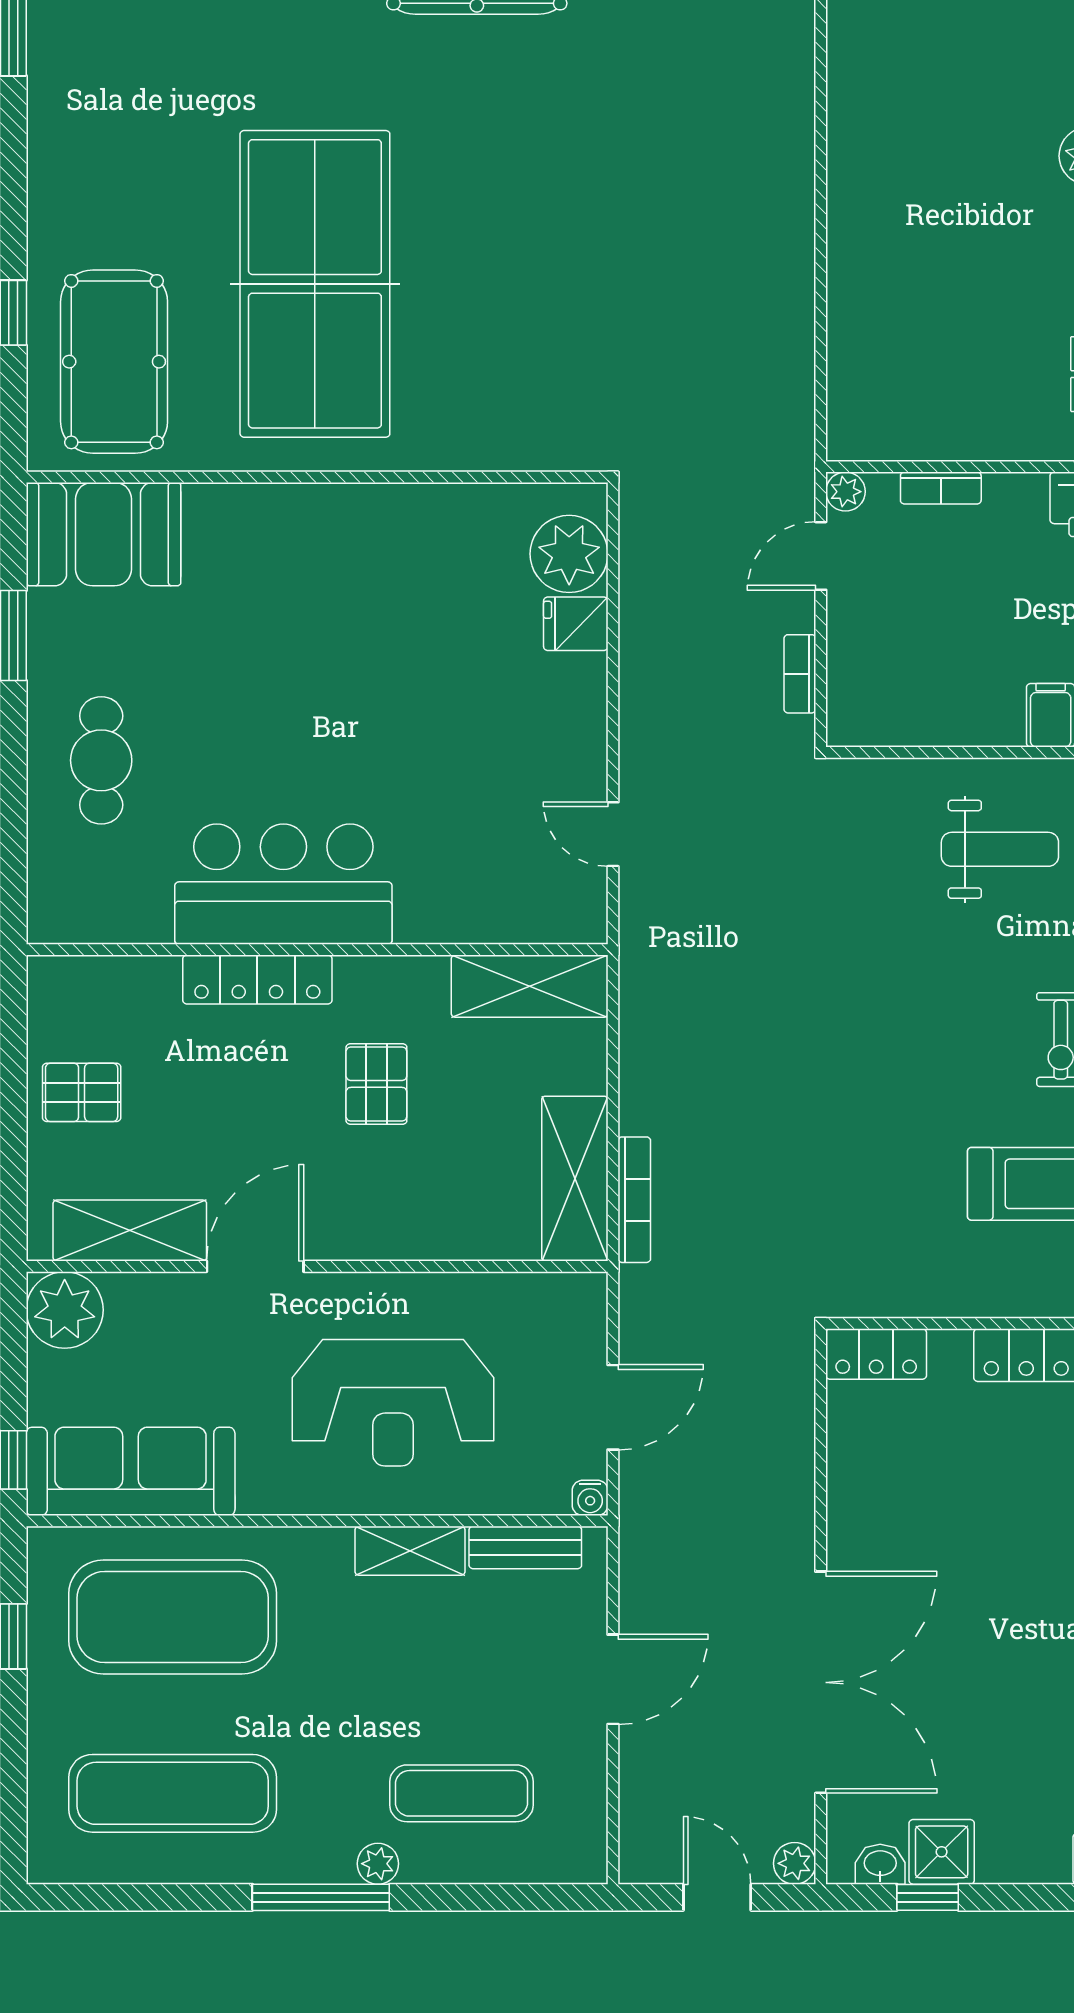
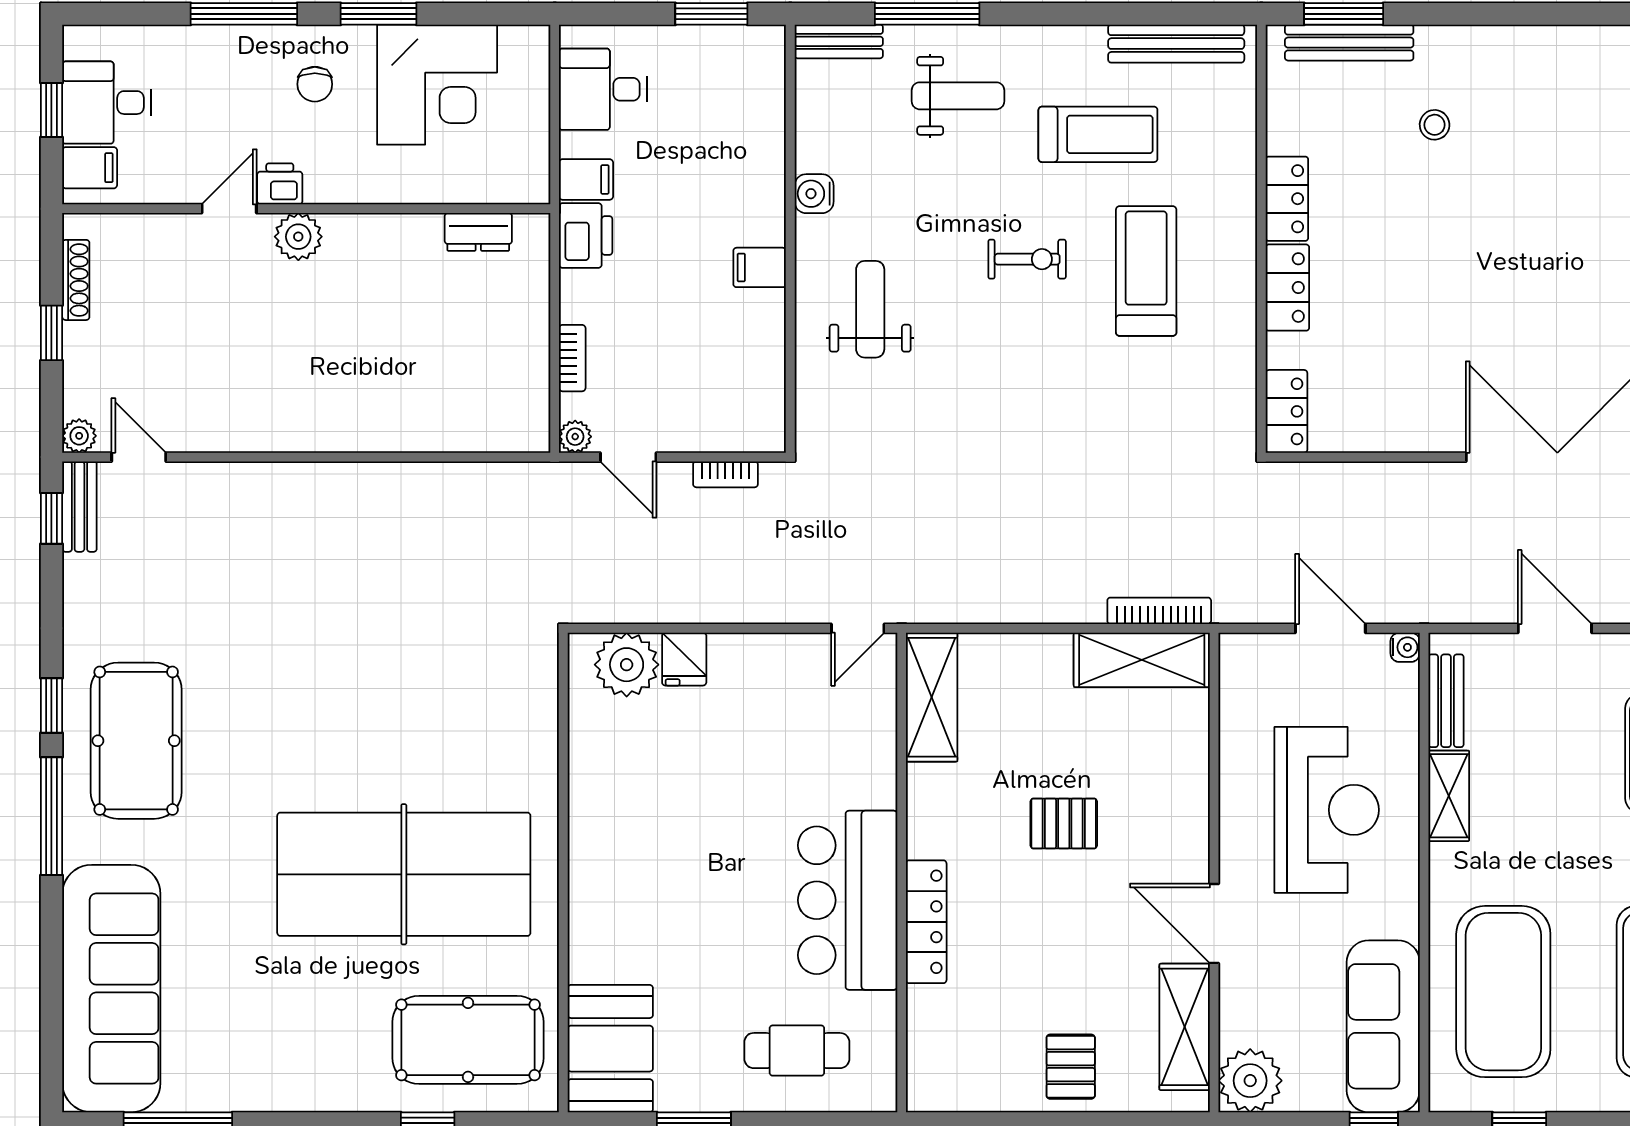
bar counter: (283, 884) -> (848, 900), moved
wall: (317, 950) -> (902, 872), moved
locker: (257, 979) -> (926, 922), moved
shelving: (530, 986) -> (932, 697), moved

